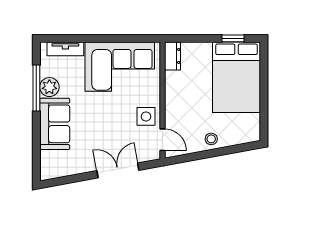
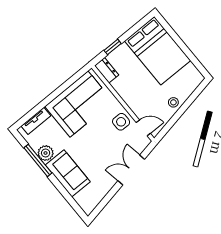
window: (233, 38) -> (113, 47), moved

